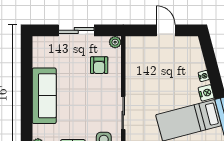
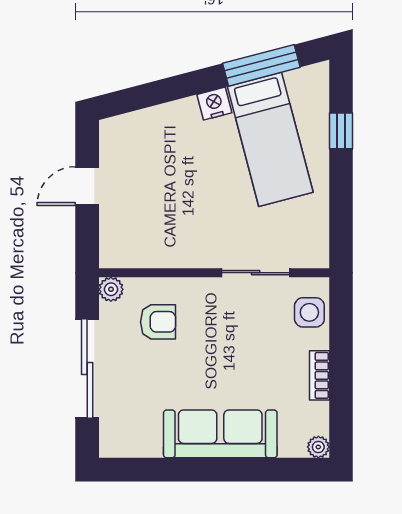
sliding door: (76, 30) -> (87, 369), width x1.37
nightstand: (204, 76) -> (180, 108), removed

